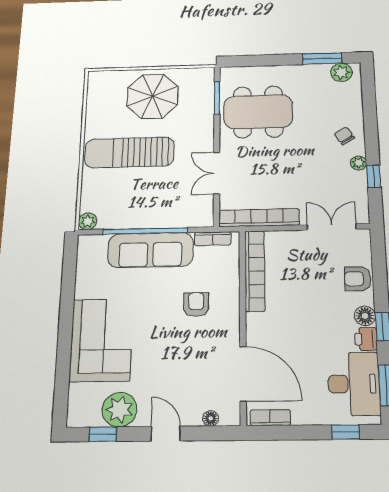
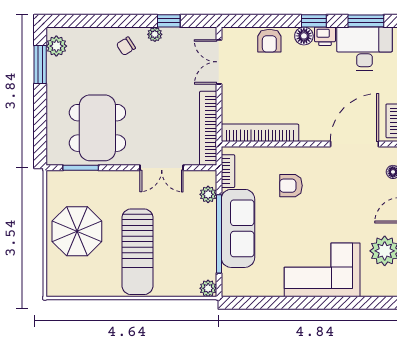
plant: (188, 219) -> (208, 194), added

